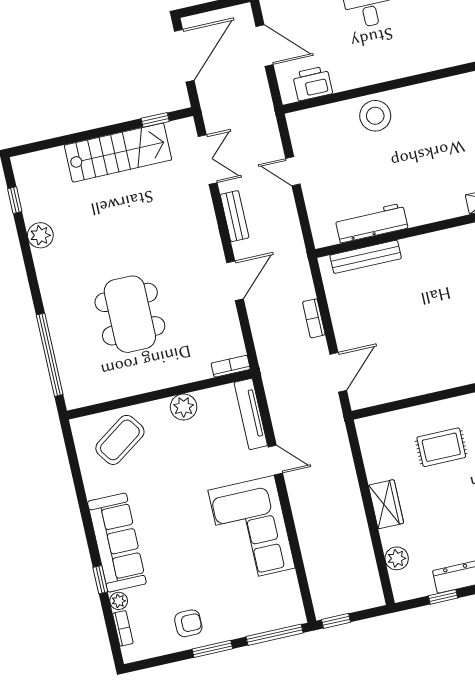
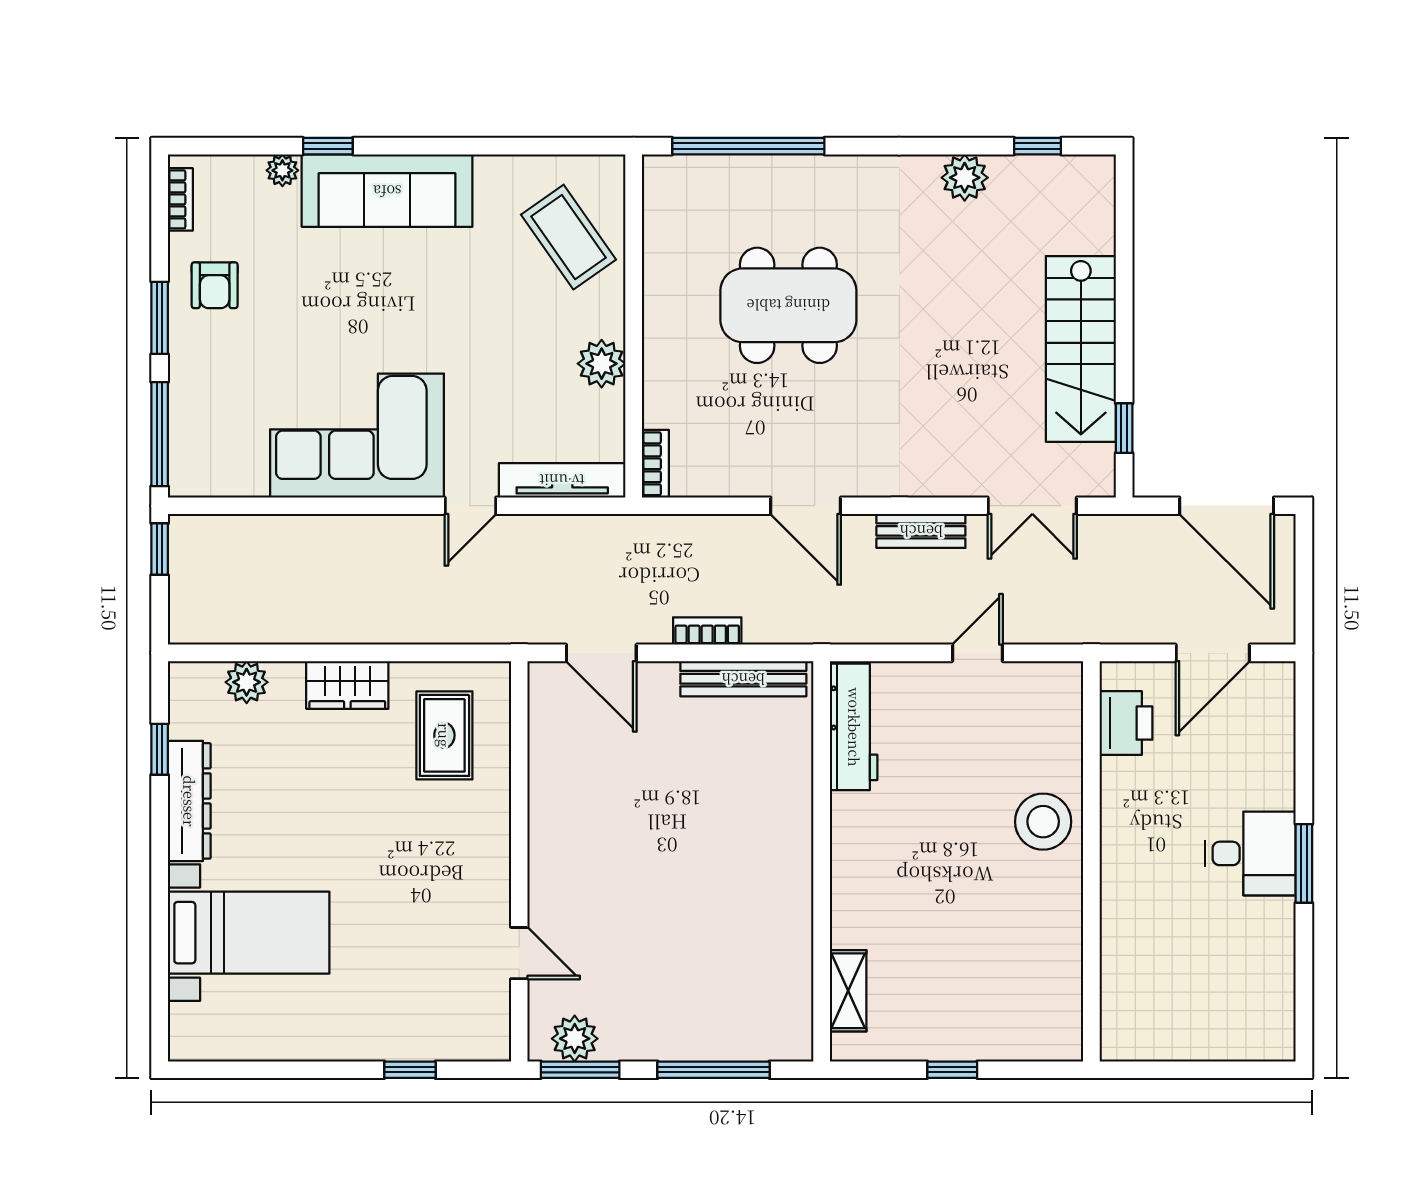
workbench: (371, 223) -> (854, 727), moved
bench: (366, 257) -> (743, 679), moved, turned 90
rug: (441, 447) -> (444, 735), moved
bookcase: (123, 628) -> (180, 199), moved, turned -90

